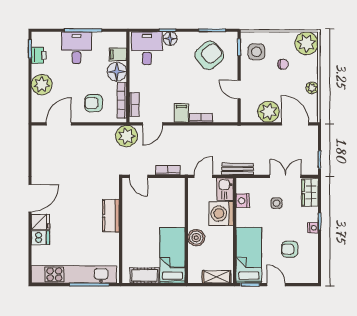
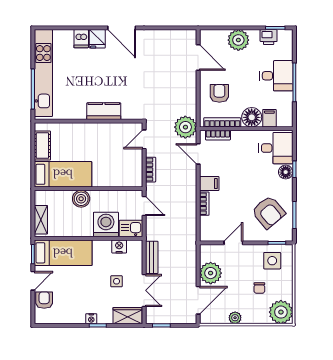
bench: (238, 169) -> (152, 257), moved
armchair: (290, 249) -> (44, 300), moved

